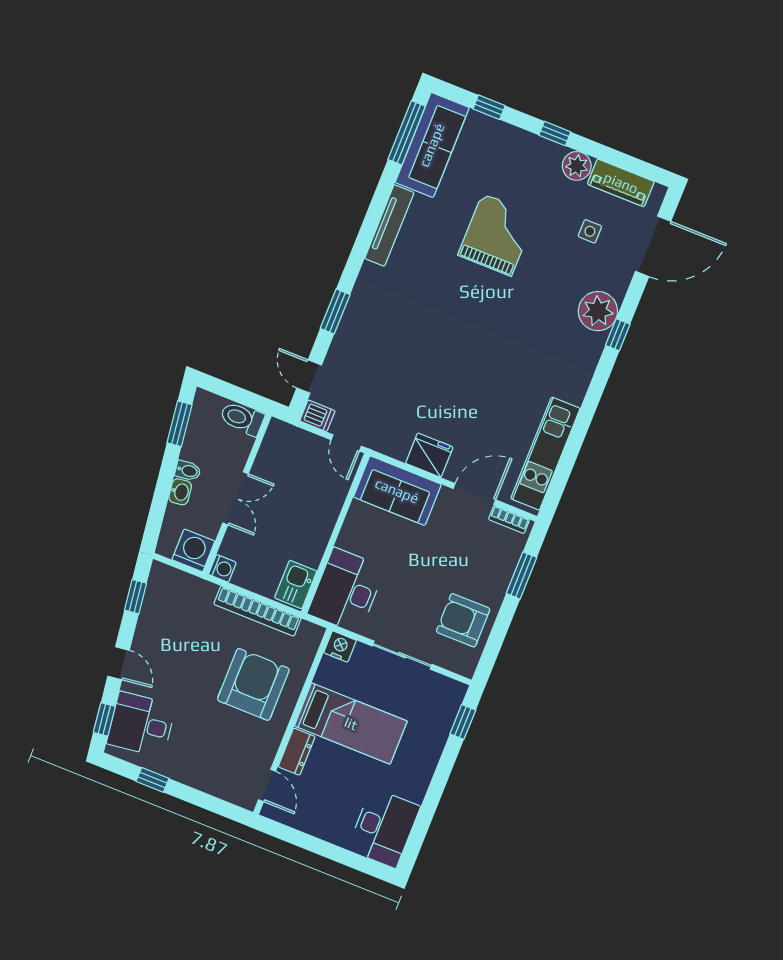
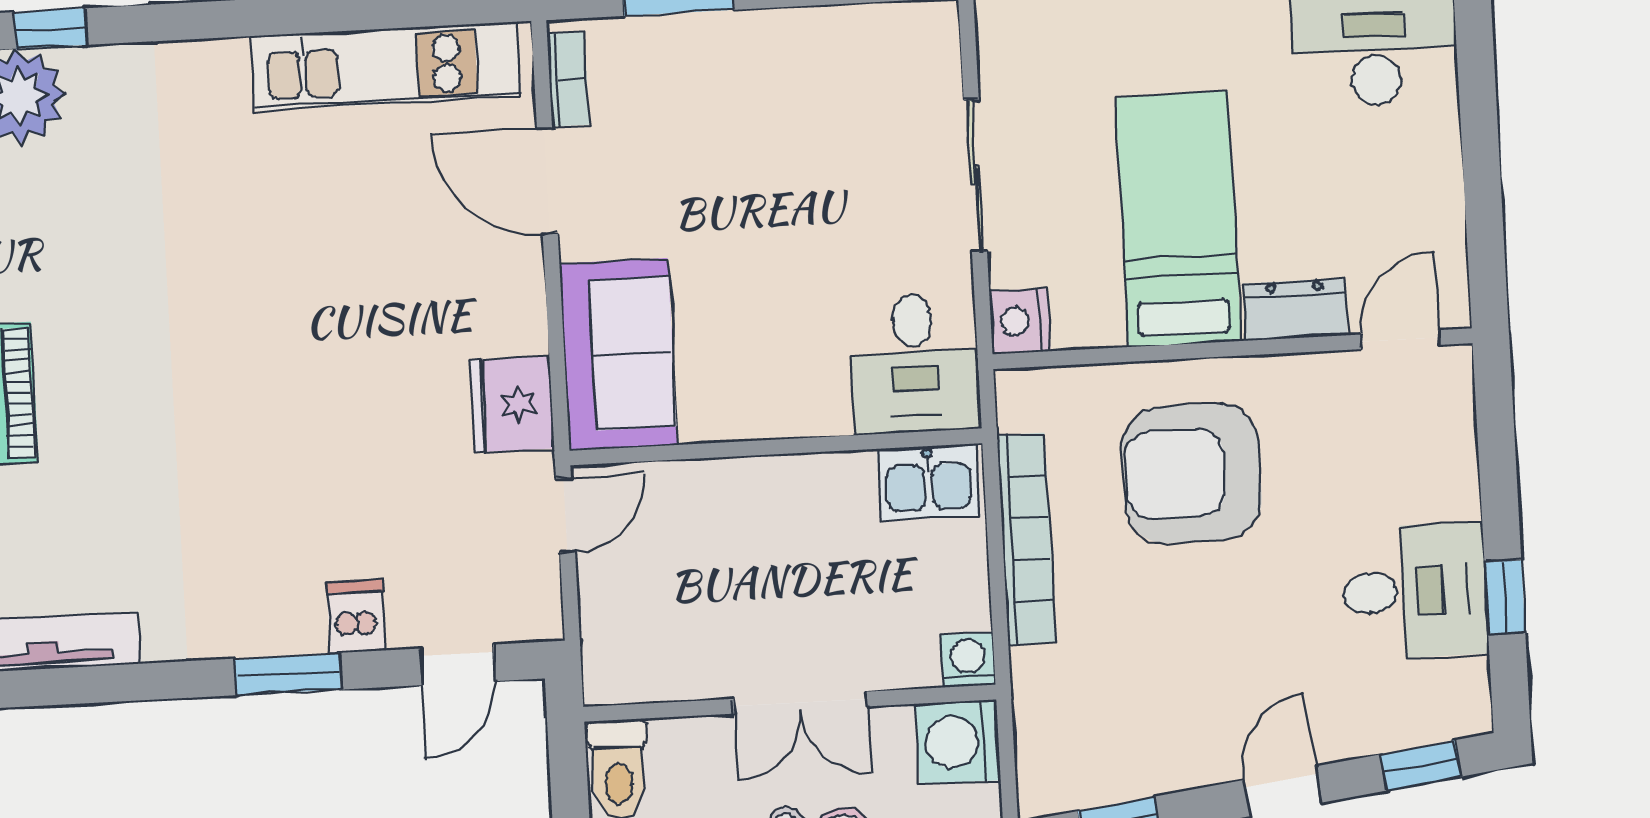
dishwasher: (317, 416) -> (356, 616), moved
fridge: (429, 455) -> (512, 404), moved
double door: (235, 498) -> (800, 703), swing flipped
desk: (346, 591) -> (914, 363), width x0.73
armchair: (463, 620) -> (836, 77), removed
desk: (141, 724) -> (1415, 591), moved, turned -82

